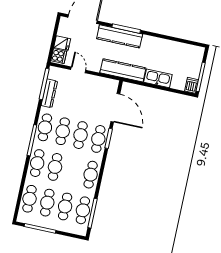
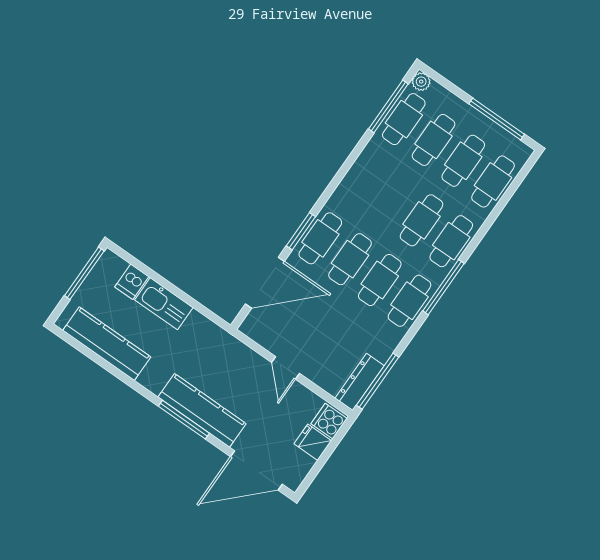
door: (78, 70) -> (286, 368), moved
kitchen counter: (123, 70) -> (107, 344), moved, turned 180
dishwasher: (191, 85) -> (132, 282), moved
dresser: (49, 93) -> (360, 382), moved
door: (115, 108) -> (265, 283), swing flipped
cafe table: (91, 175) -> (362, 179), removed
plant: (82, 231) -> (421, 82), added

